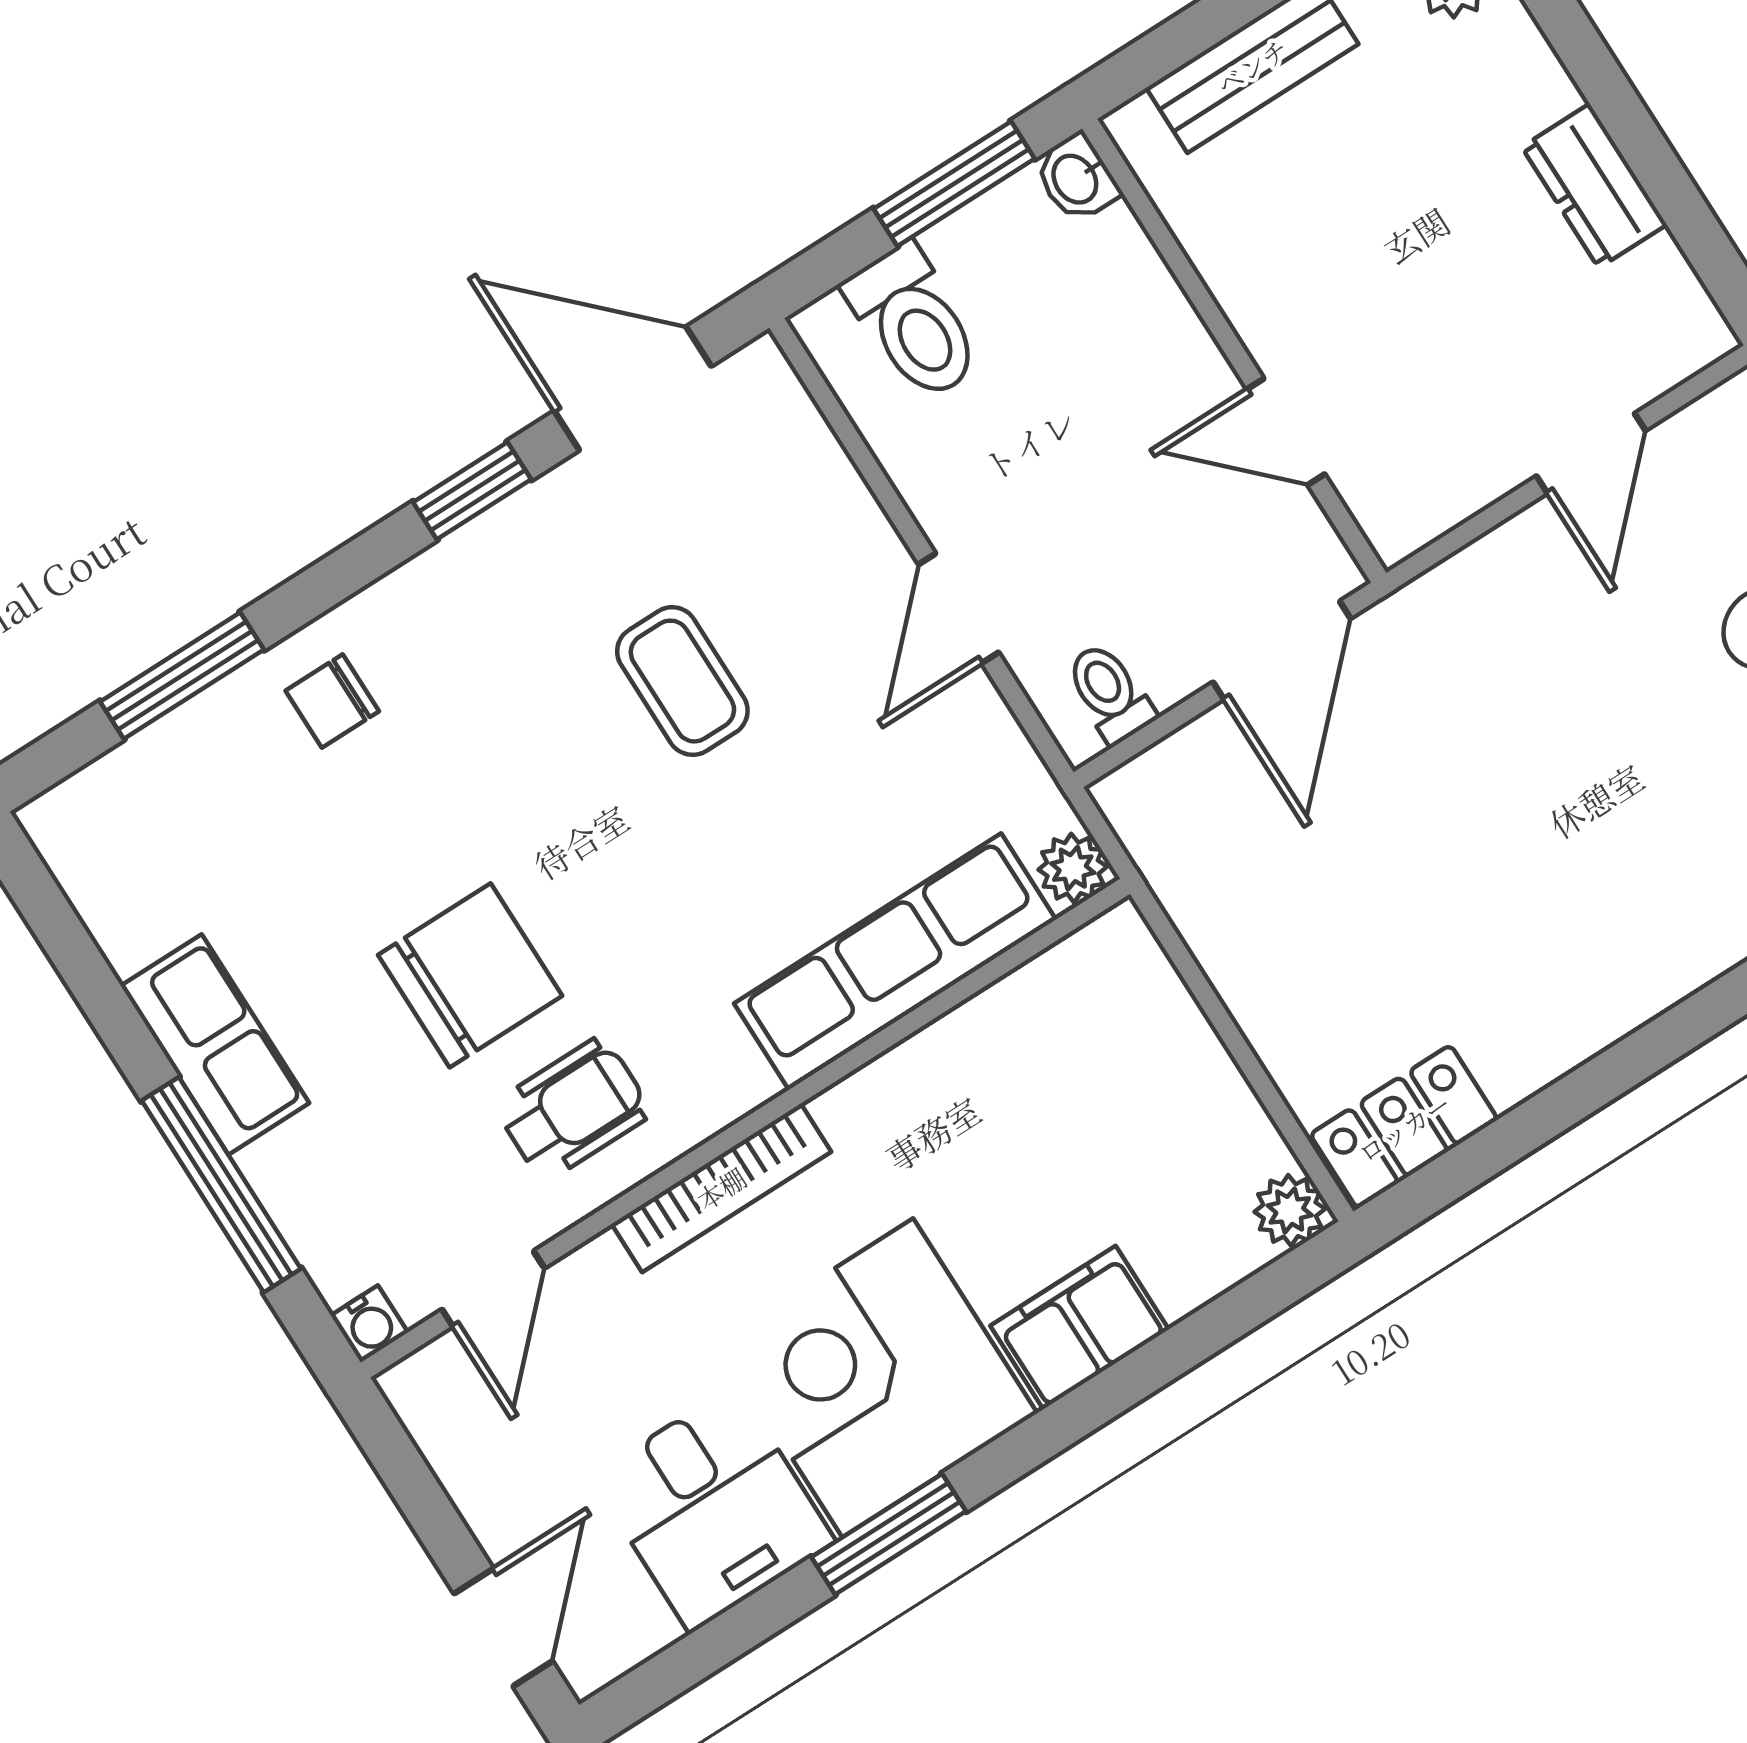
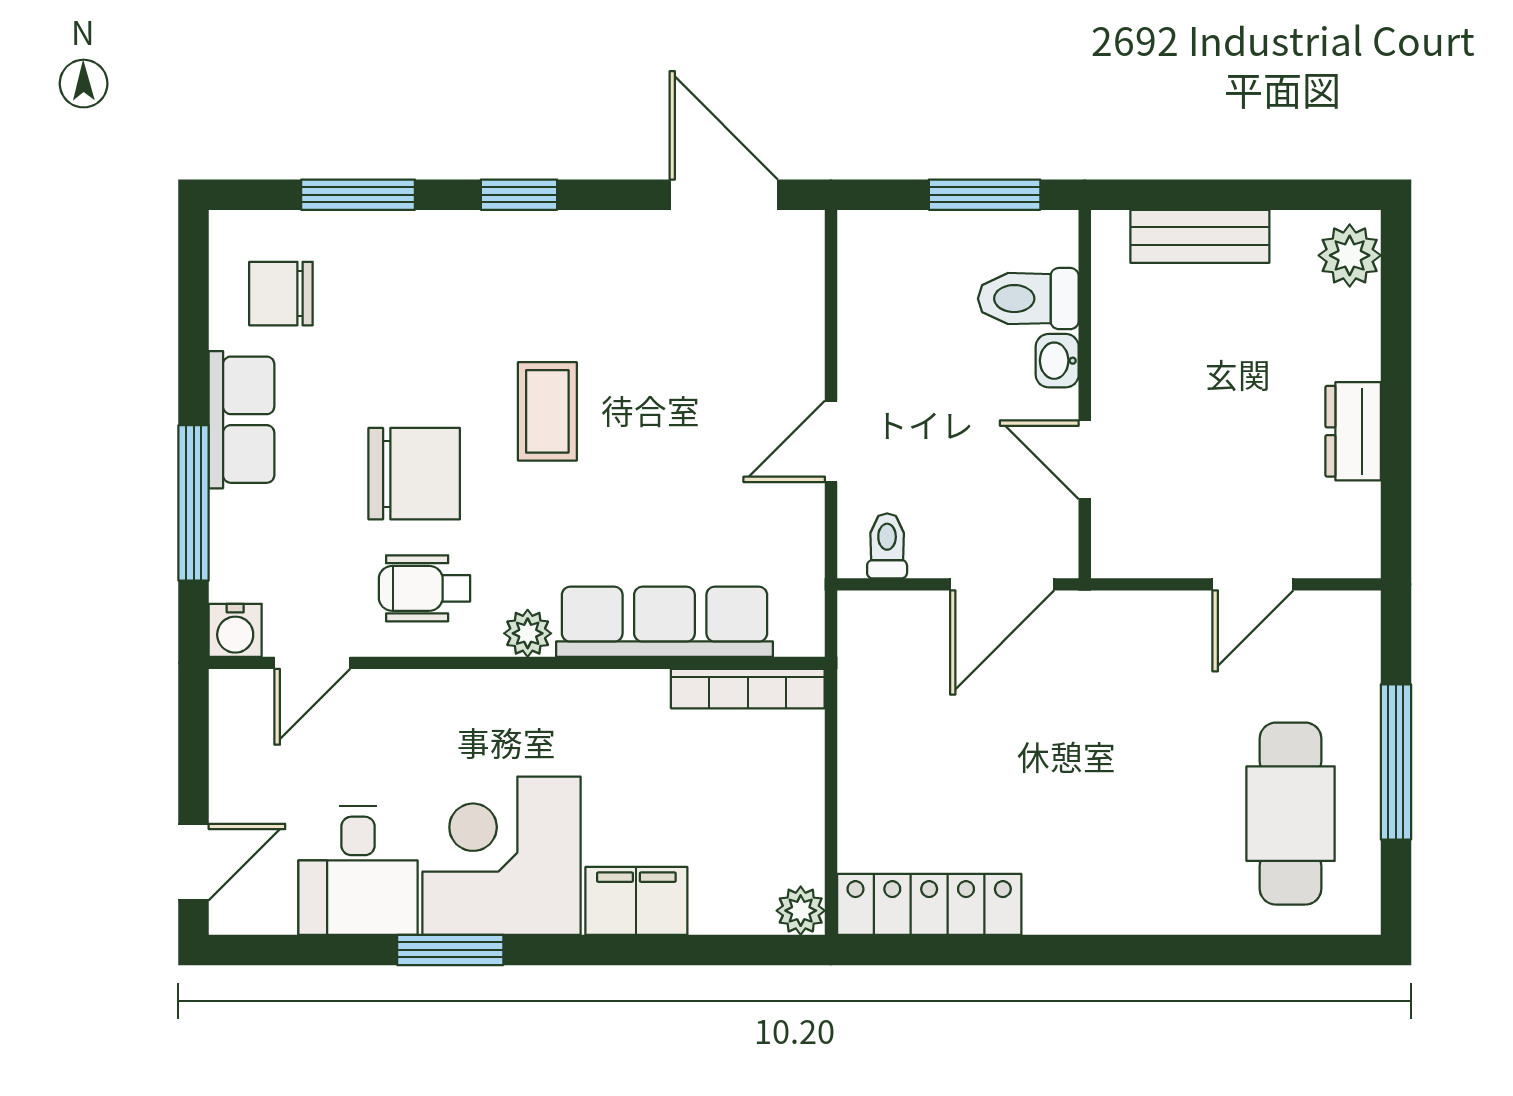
washbasin: (1076, 178) -> (1057, 361), moved
toilet: (914, 323) -> (1028, 299), moved, turned 90
window: (472, 491) -> (519, 195), moved
coffee table: (682, 681) -> (547, 411), moved
chair: (332, 701) -> (281, 294), moved, width x1.37, depth x1.37
plant: (1073, 868) -> (528, 633), moved
wheelchair: (573, 1109) -> (424, 588), turned 180
locker: (1404, 1127) -> (929, 904), width x1.53
bookcase: (721, 1188) -> (748, 689), moved
water cooler: (369, 1324) -> (235, 630), width x1.38, depth x1.38

